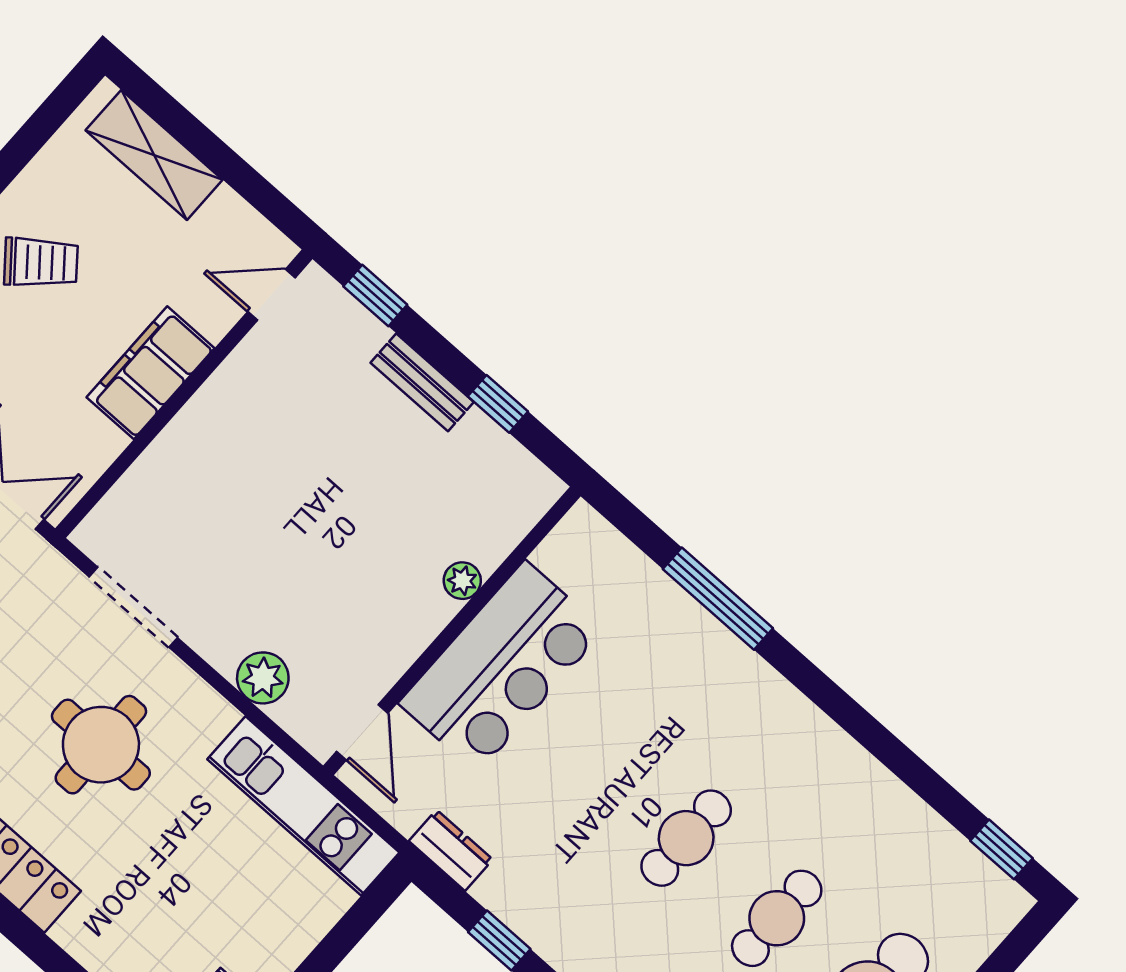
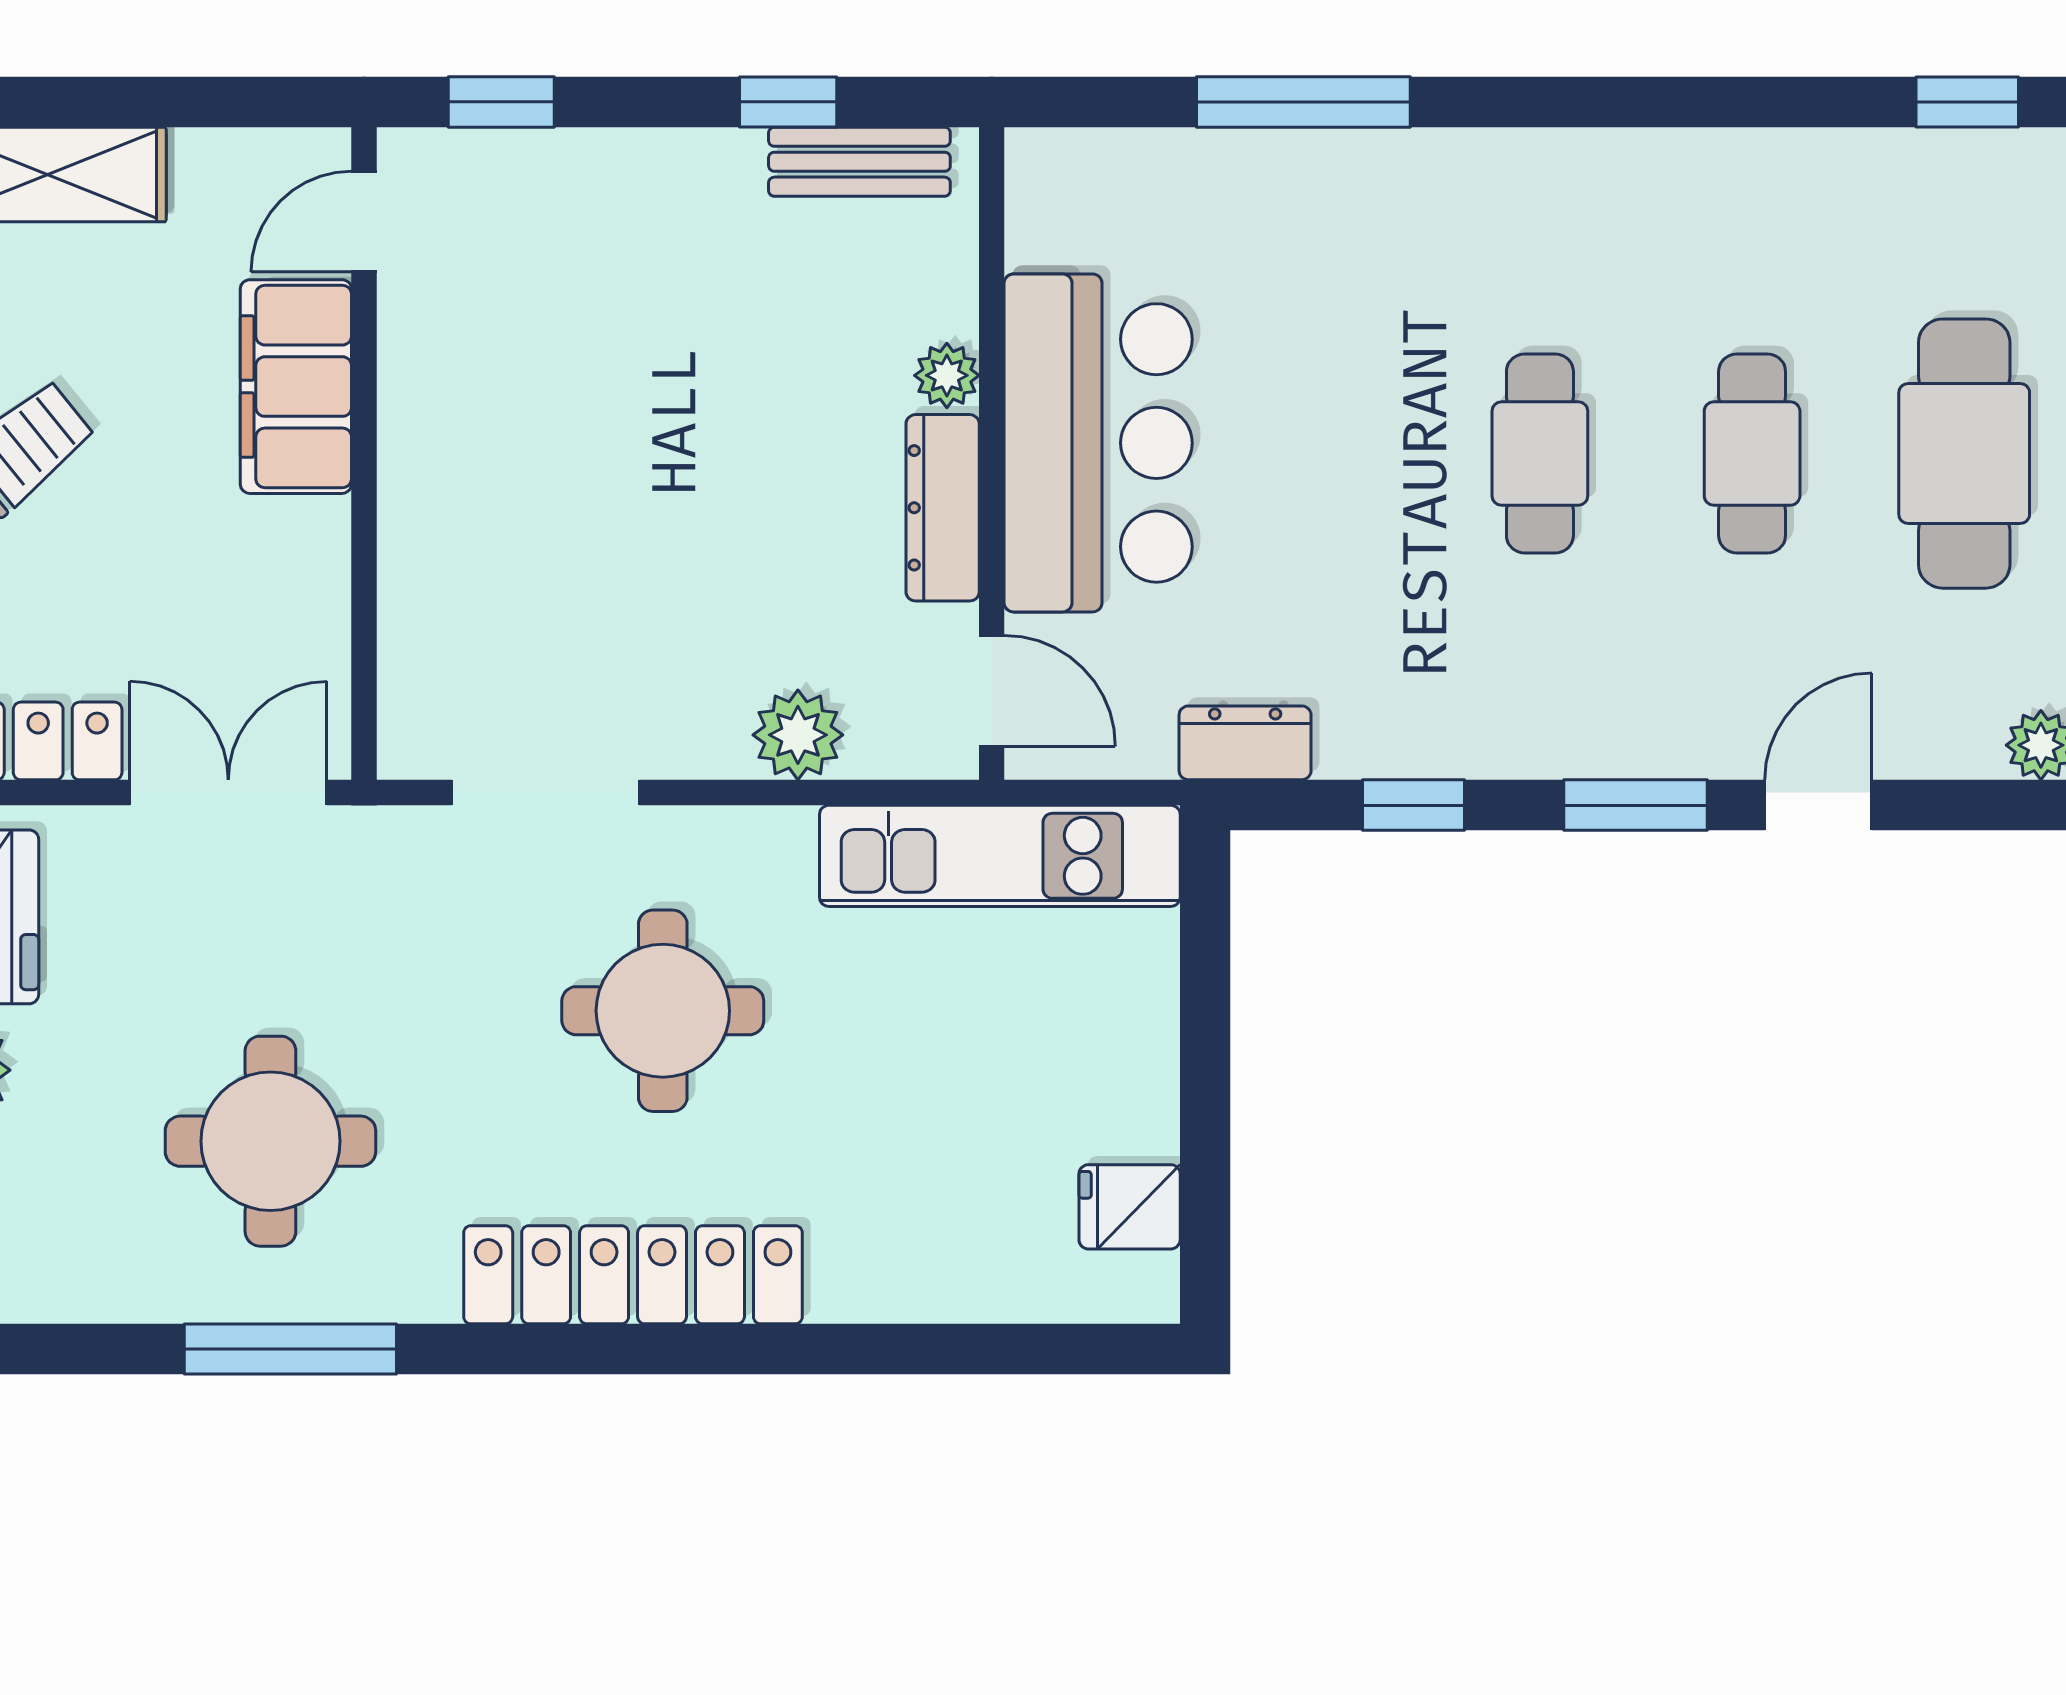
filing cabinet: (151, 373) -> (296, 387), moved
bench: (422, 382) -> (859, 162), moved
dresser: (410, 636) -> (943, 508), added

